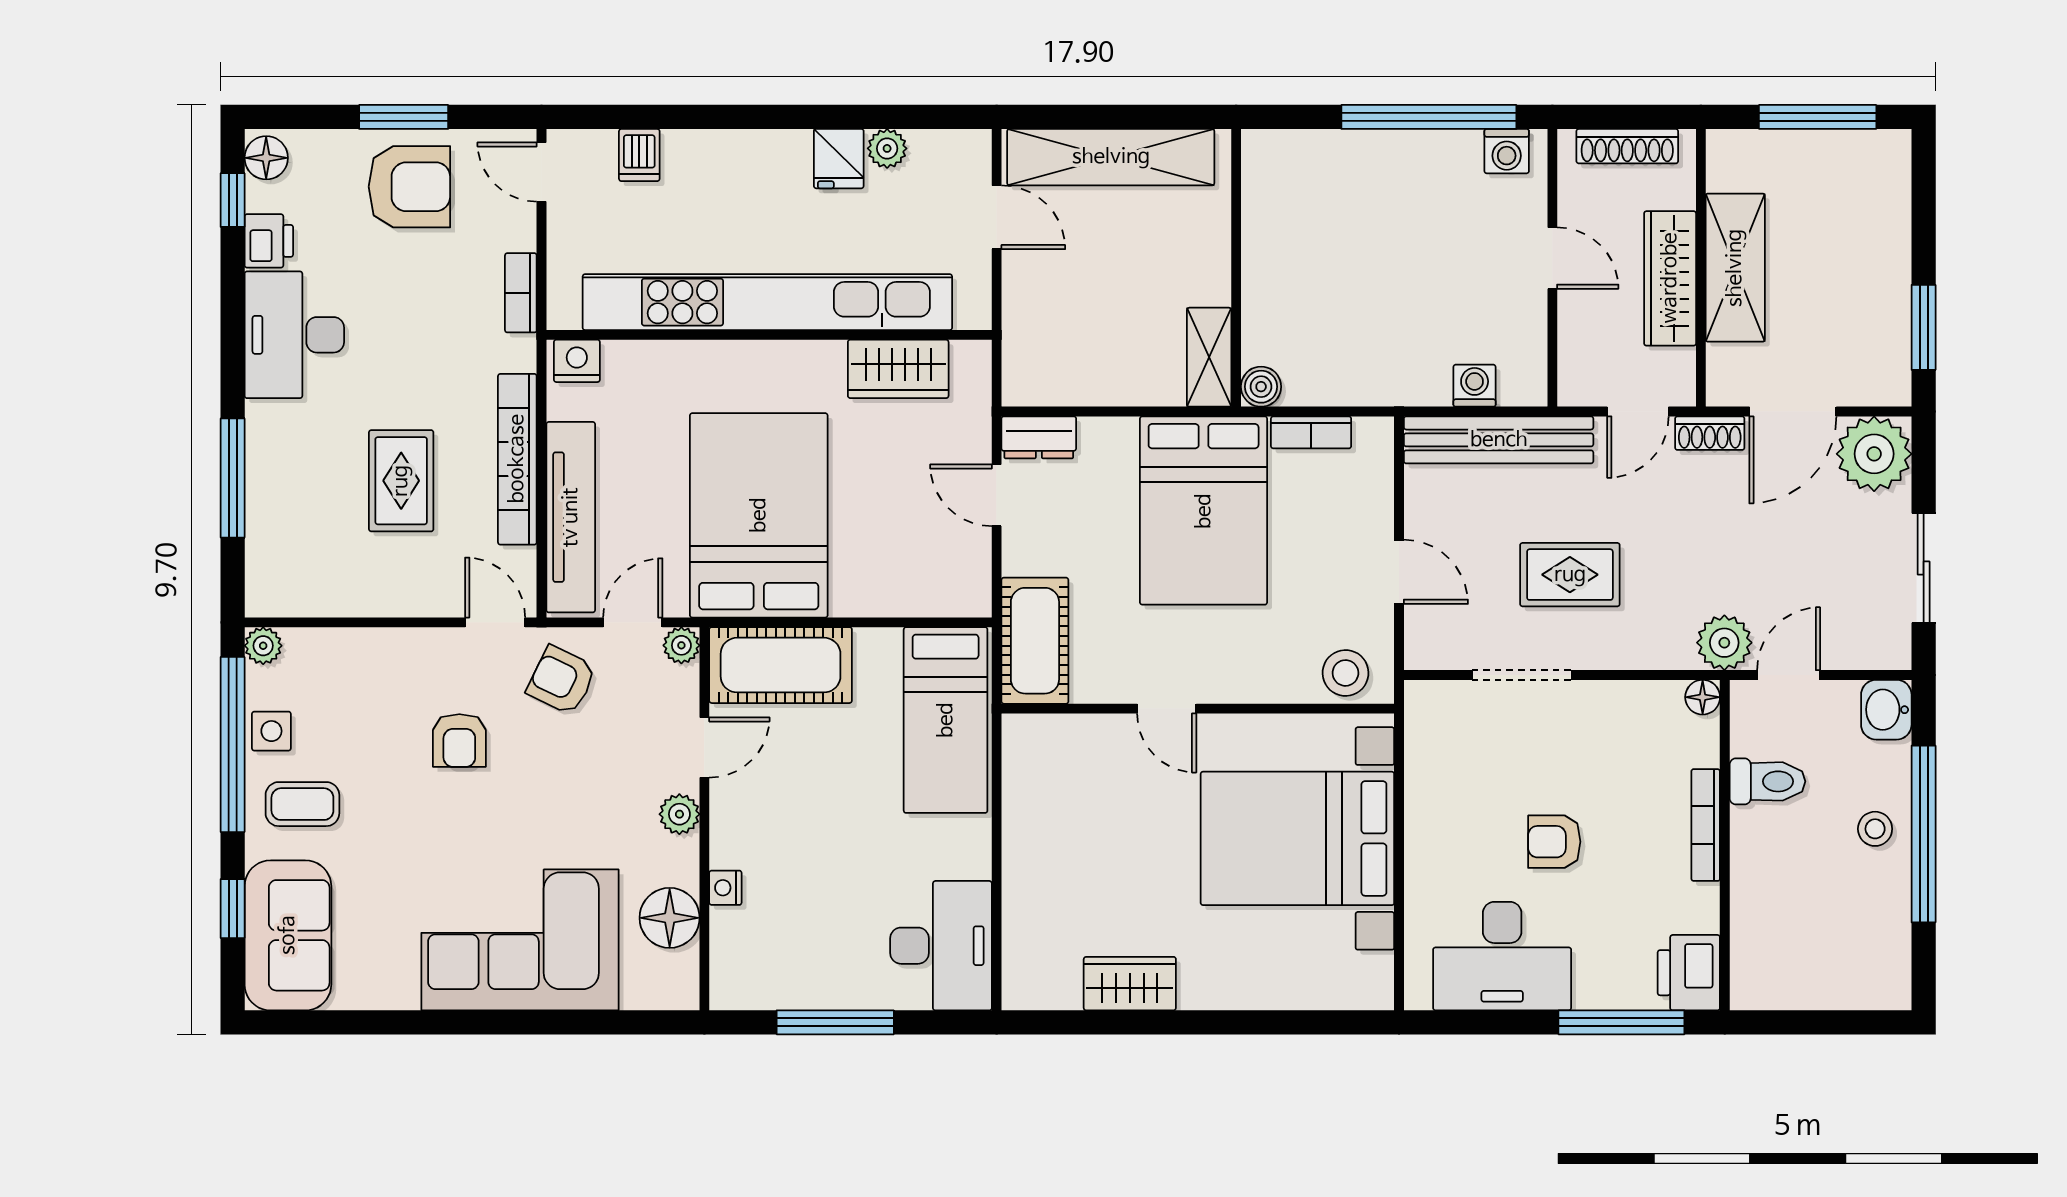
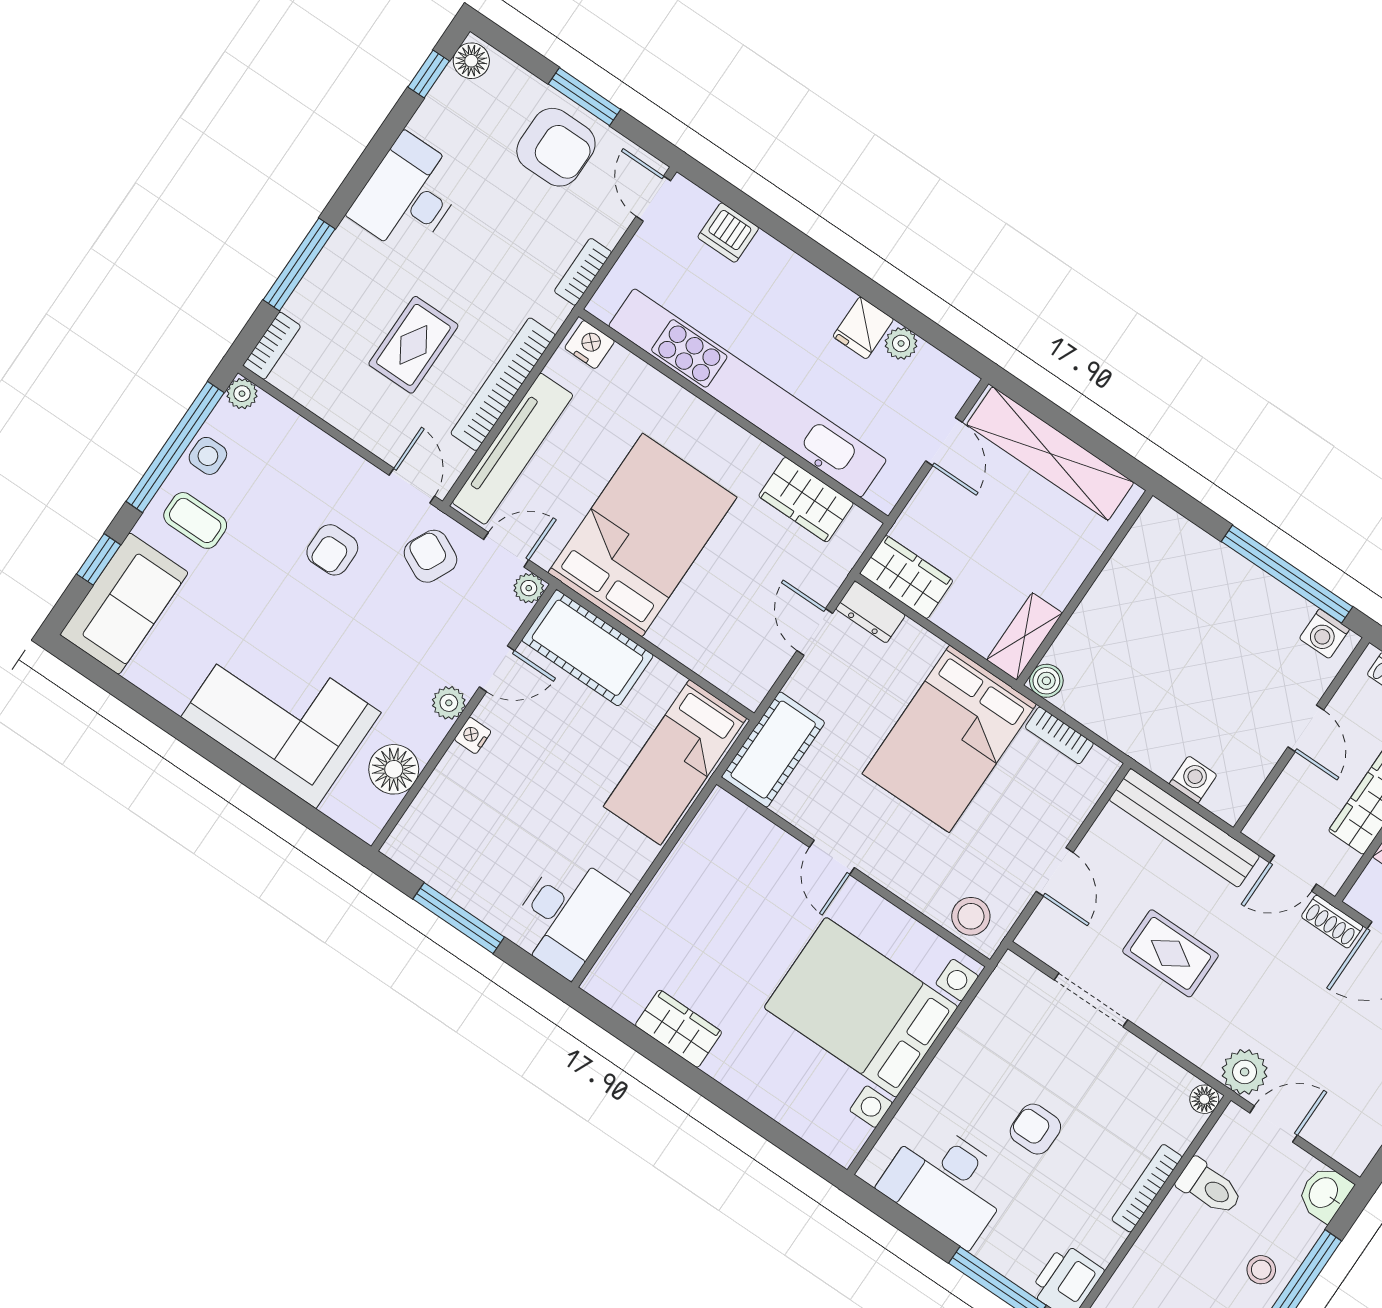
dishwasher: (639, 155) -> (728, 233), width x1.38
printer: (269, 241) -> (434, 119), removed
wardrobe: (1051, 378) -> (906, 577), added
bookcase: (260, 578) -> (272, 346), added
nightstand: (725, 888) -> (473, 735), moved

